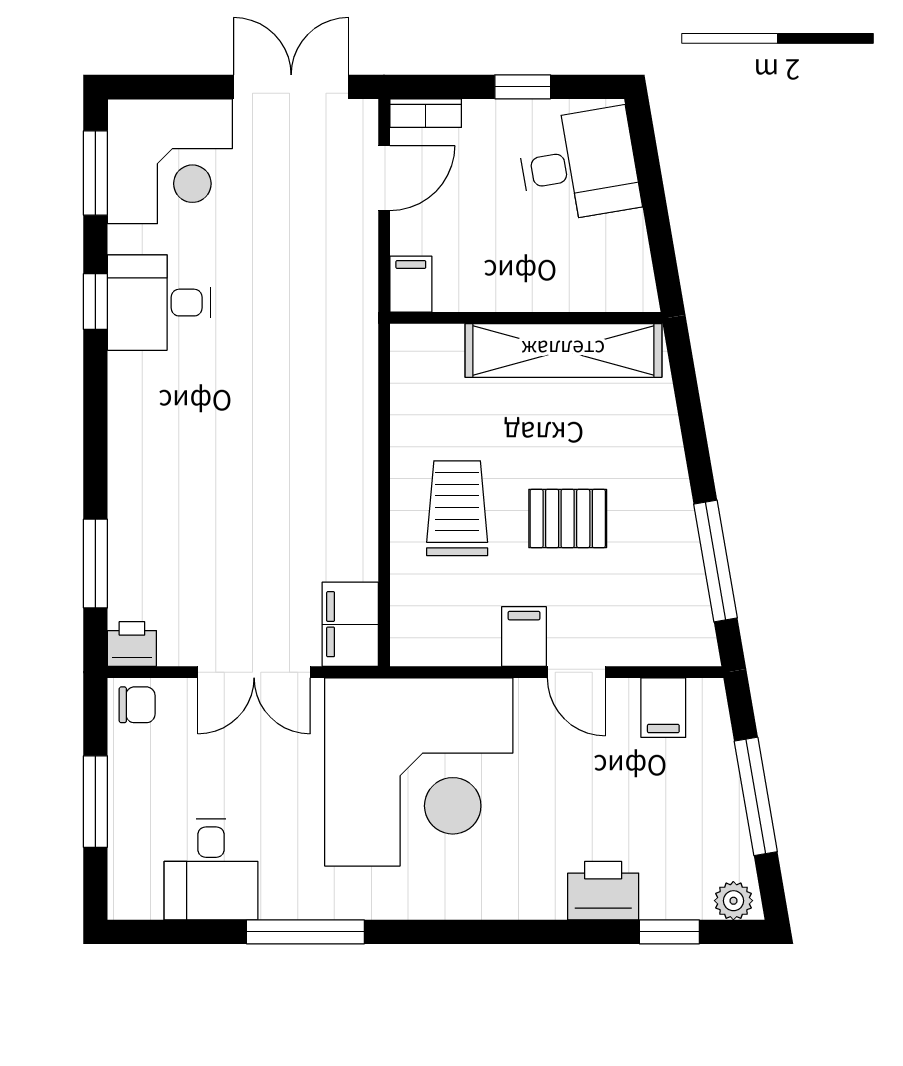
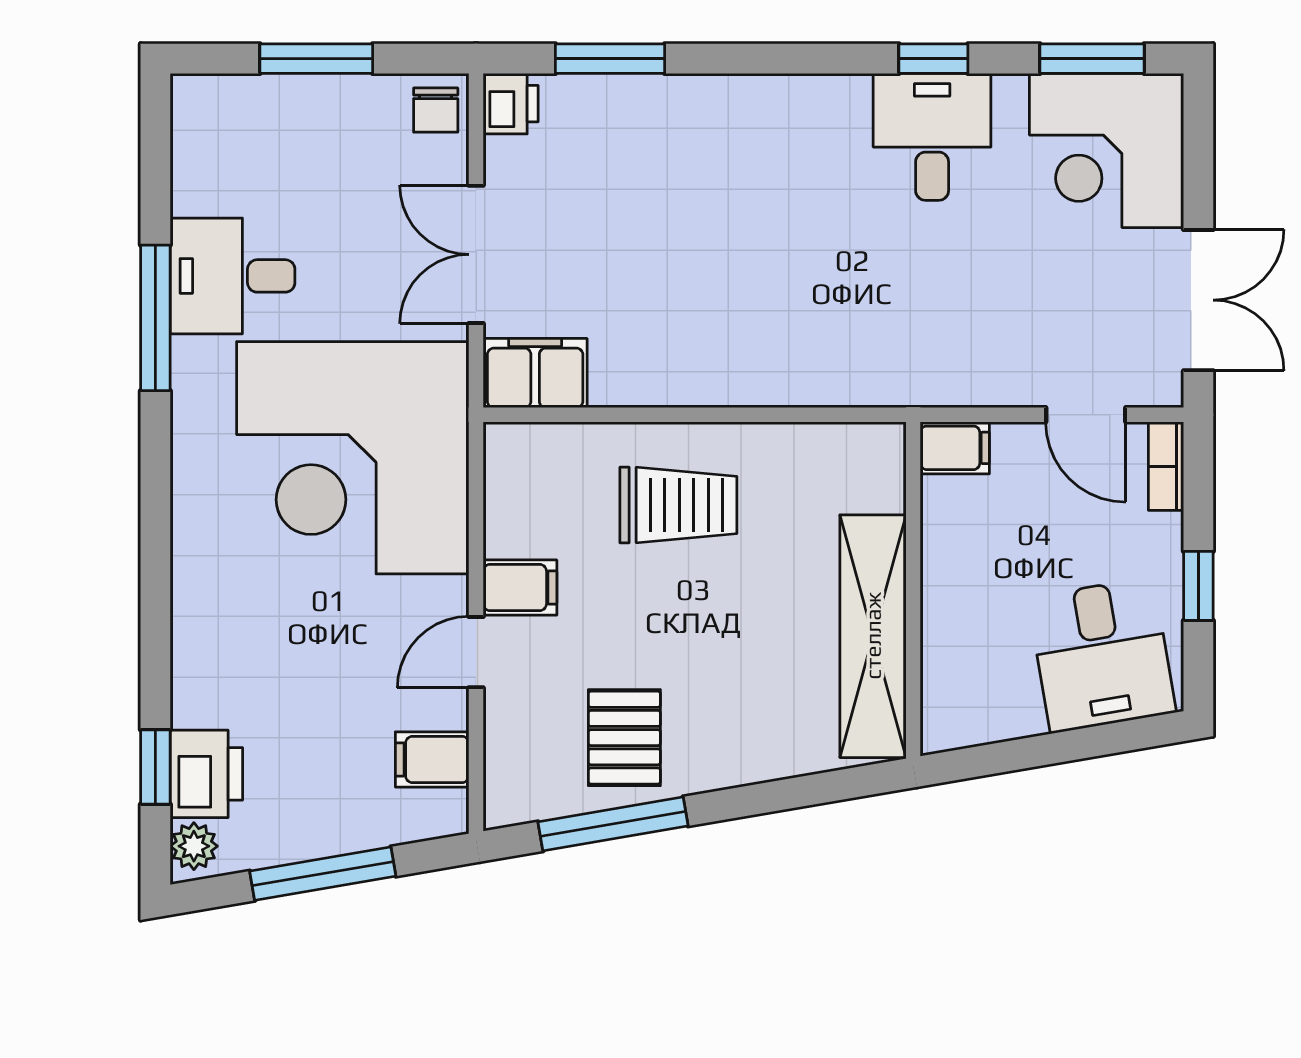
pallet: (568, 519) -> (624, 738), moved
desk: (211, 869) -> (233, 276), moved
printer: (603, 891) -> (206, 774), moved

